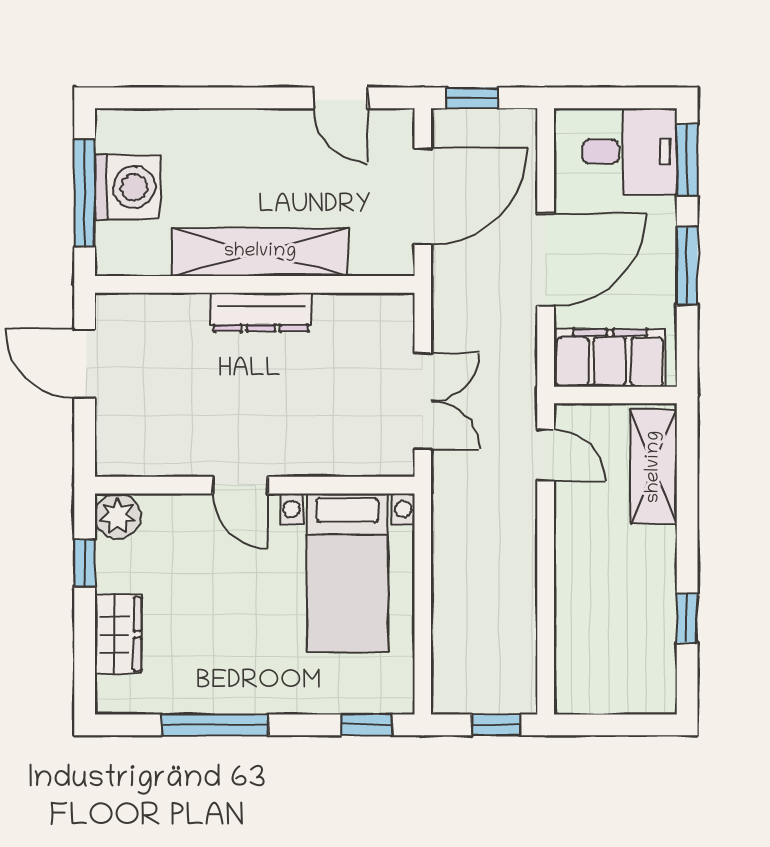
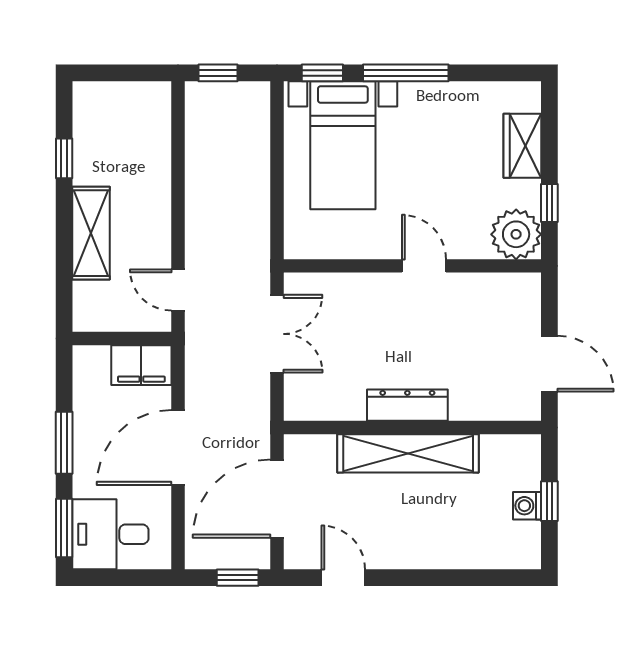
washing machine: (128, 187) -> (527, 506), width x0.53, depth x0.53
window: (85, 193) -> (549, 501), width x0.46
filing cabinet: (610, 358) -> (141, 365), width x0.67, depth x0.86
double door: (423, 401) -> (277, 334), swing flipped
shelving: (654, 467) -> (91, 233), moved
plant: (118, 516) -> (516, 234), width x1.36, depth x1.36
bed with nightstands: (347, 573) -> (343, 145), moved, turned 180
window: (215, 725) -> (406, 73), moved

